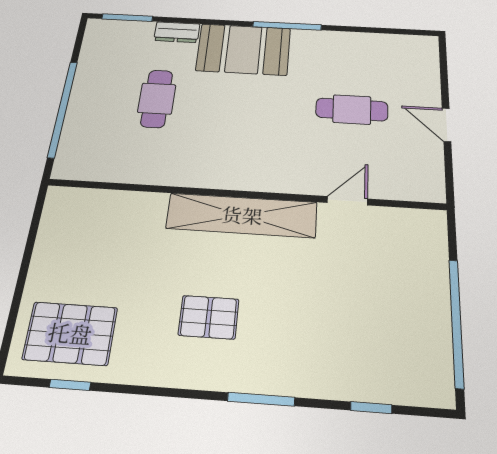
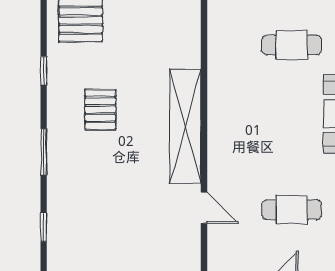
cafe table: (352, 110) -> (292, 210), turned 90
window: (70, 385) -> (44, 71), moved

